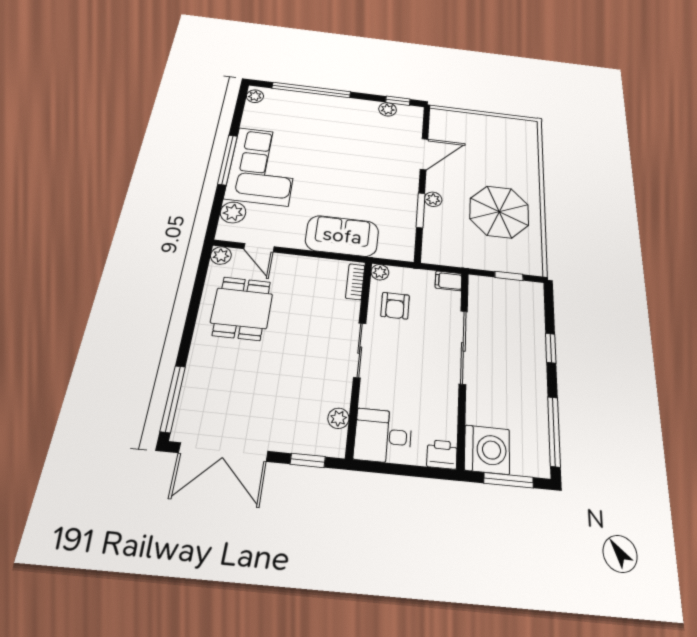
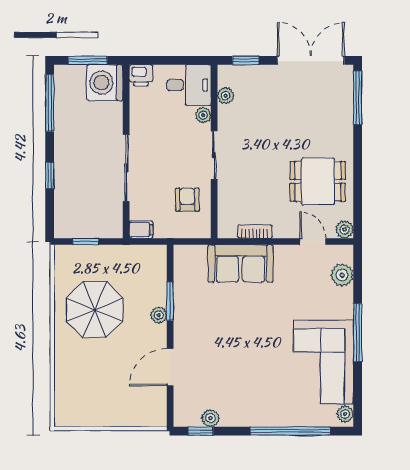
corner sofa: (263, 166) -> (324, 362), moved
plant: (380, 272) -> (203, 115), moved
bookcase: (355, 282) -> (255, 232), moved, turned -90
dining table: (242, 308) -> (318, 181), turned 90

